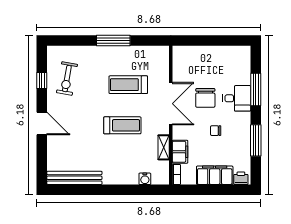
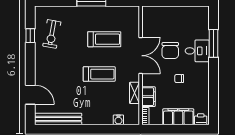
treadmill: (128, 85) -> (104, 39), turned 180
door: (42, 123) -> (30, 95), moved
window: (256, 140) -> (213, 87), removed

